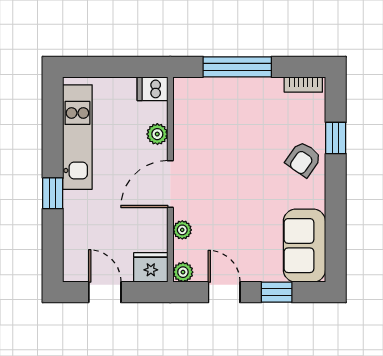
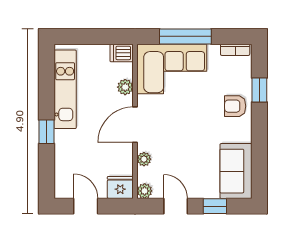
corner sofa: (219, 110) -> (172, 69), added
armchair: (303, 159) -> (235, 106), turned 55

